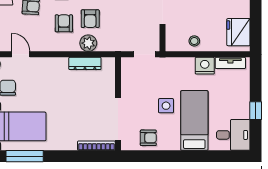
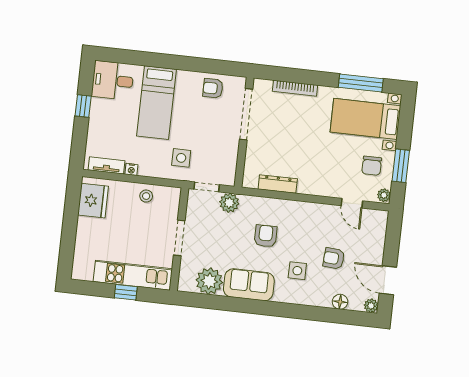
armchair: (64, 23) -> (297, 234), removed
plant: (88, 43) -> (229, 203), moved
nightstand: (205, 66) -> (131, 169), width x0.53, depth x0.56
side table: (166, 106) -> (181, 158), moved
bookcase: (96, 146) -> (295, 88), moved

